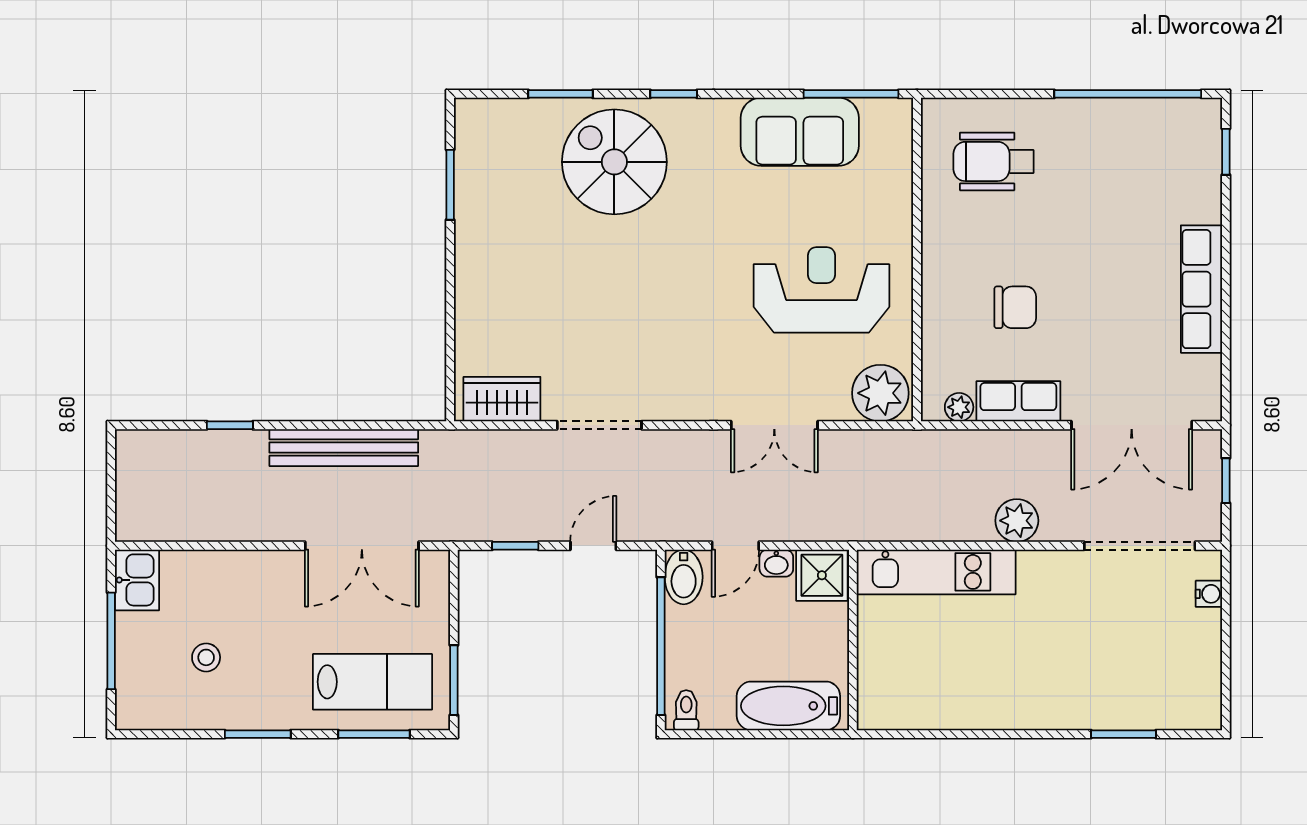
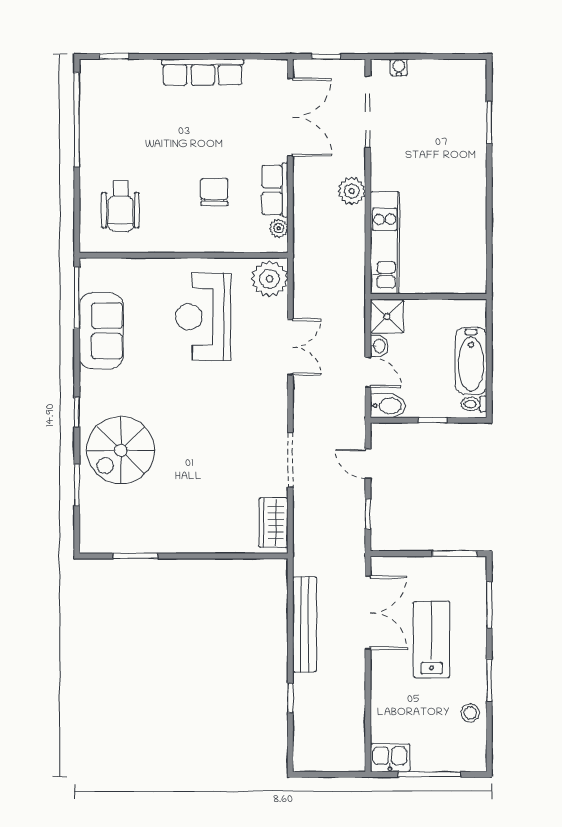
window: (661, 646) -> (433, 420), width x0.32
stool: (206, 657) -> (470, 713), moved
lab bench: (372, 682) -> (432, 639), moved
bathtub: (788, 706) -> (471, 361), moved

